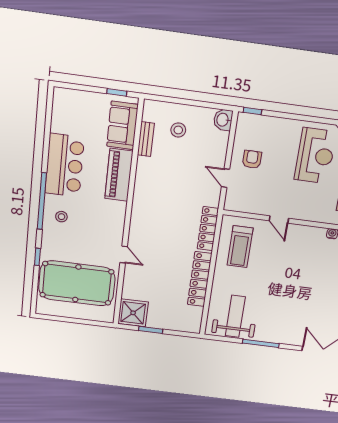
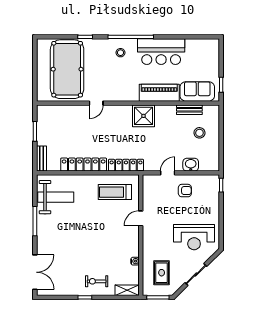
washbasin: (223, 120) -> (191, 165), moved
shower: (133, 313) -> (143, 116), moved
bench: (185, 327) -> (41, 159), added

